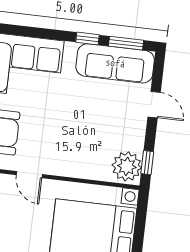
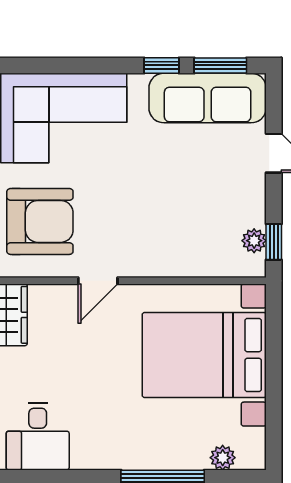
plant: (127, 166) -> (254, 241), width x0.53, depth x0.53
door: (29, 175) -> (98, 281), hinge flipped

